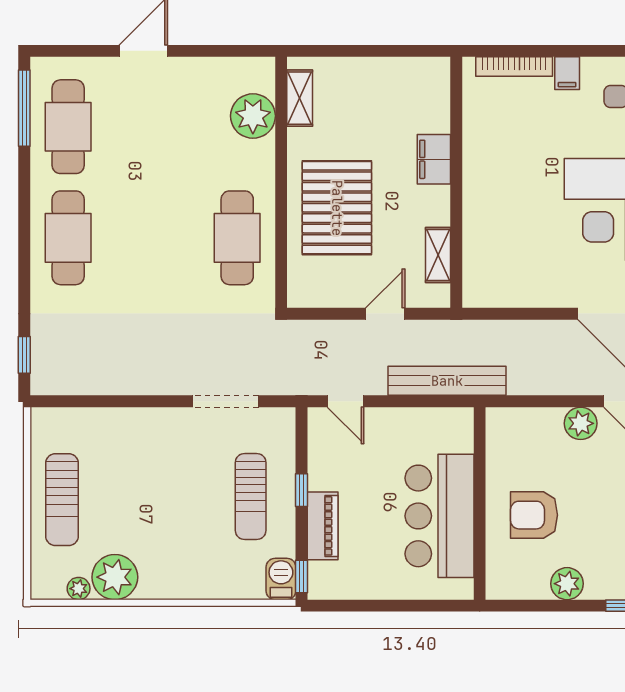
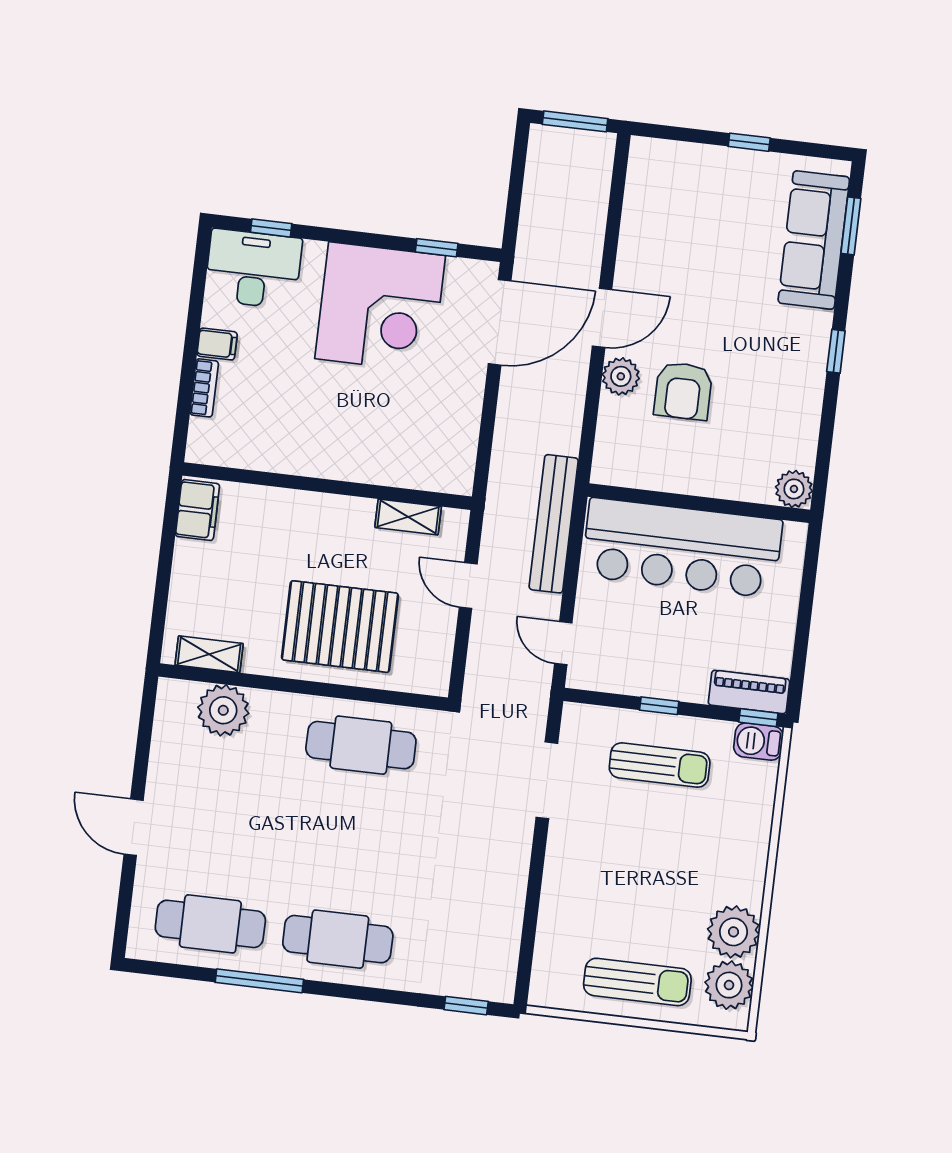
bookcase: (514, 67) -> (204, 388), width x0.64
window: (24, 108) -> (259, 981), moved
filing cabinet: (434, 159) -> (197, 510), moved, turned -90
door: (345, 401) -> (563, 643), swing flipped
armchair: (534, 515) -> (683, 391), moved
bar counter: (440, 516) -> (682, 548), width x1.36
piano: (323, 526) -> (749, 692), moved
plant: (567, 584) -> (794, 489), moved
plant: (79, 589) -> (729, 985), width x1.88, depth x1.88

